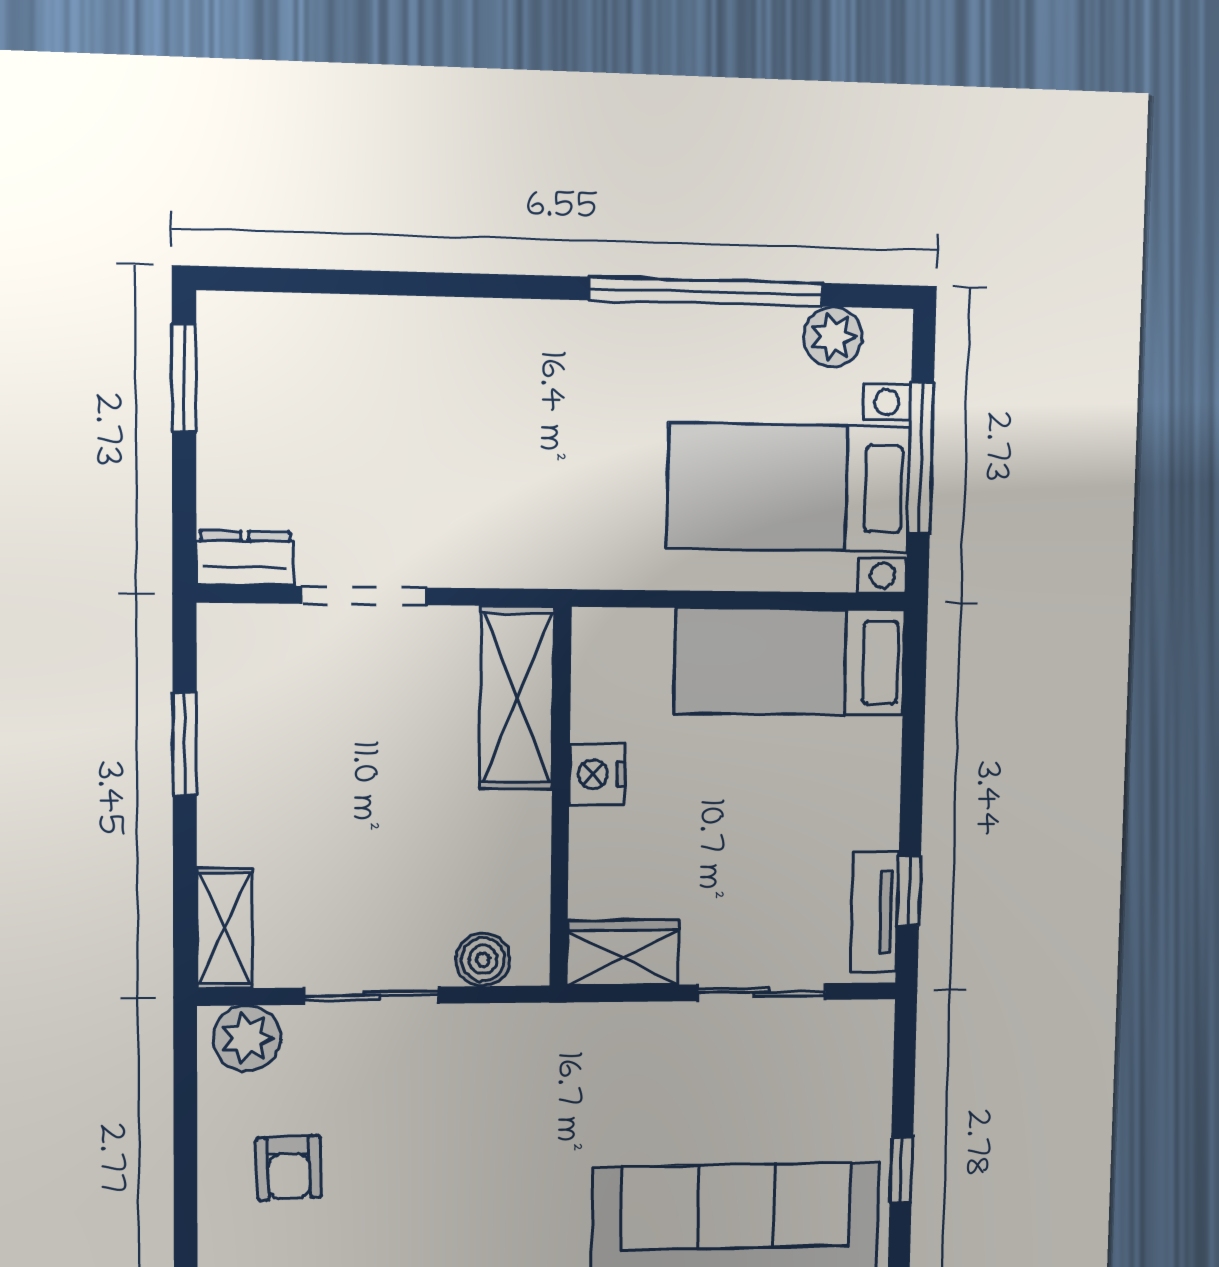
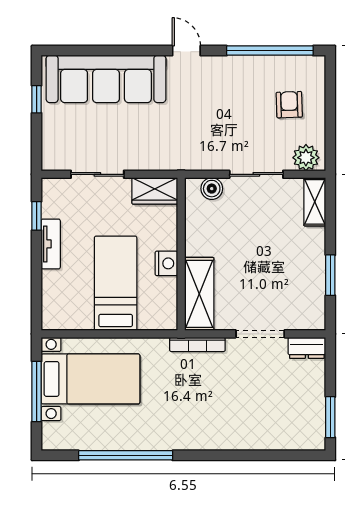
plant: (833, 337) -> (74, 439), removed
bookcase: (523, 571) -> (197, 344), added
bed: (790, 662) -> (116, 283), moved, turned -90
tv unit: (875, 912) -> (51, 244), moved

